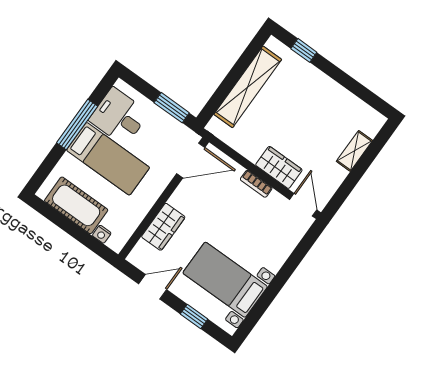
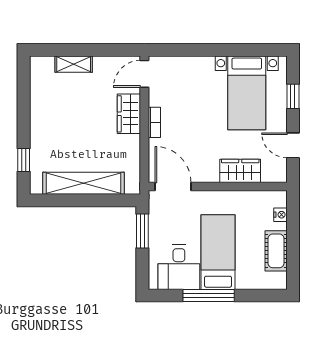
cot: (76, 205) -> (276, 251), width x0.73, depth x0.75

